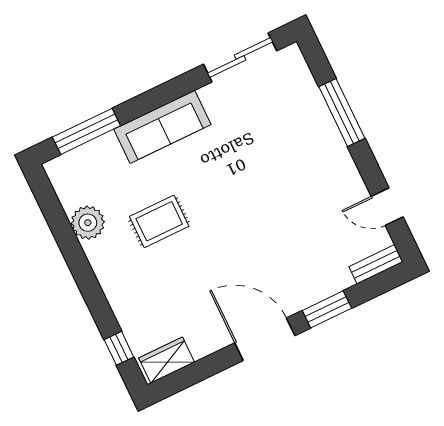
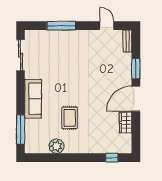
door: (387, 207) -> (107, 26), swing flipped
wardrobe: (167, 360) -> (125, 122), moved

